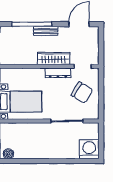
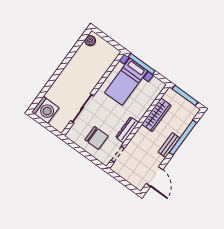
wardrobe: (54, 58) -> (156, 115), moved
chair: (82, 93) -> (96, 138), turned -122

